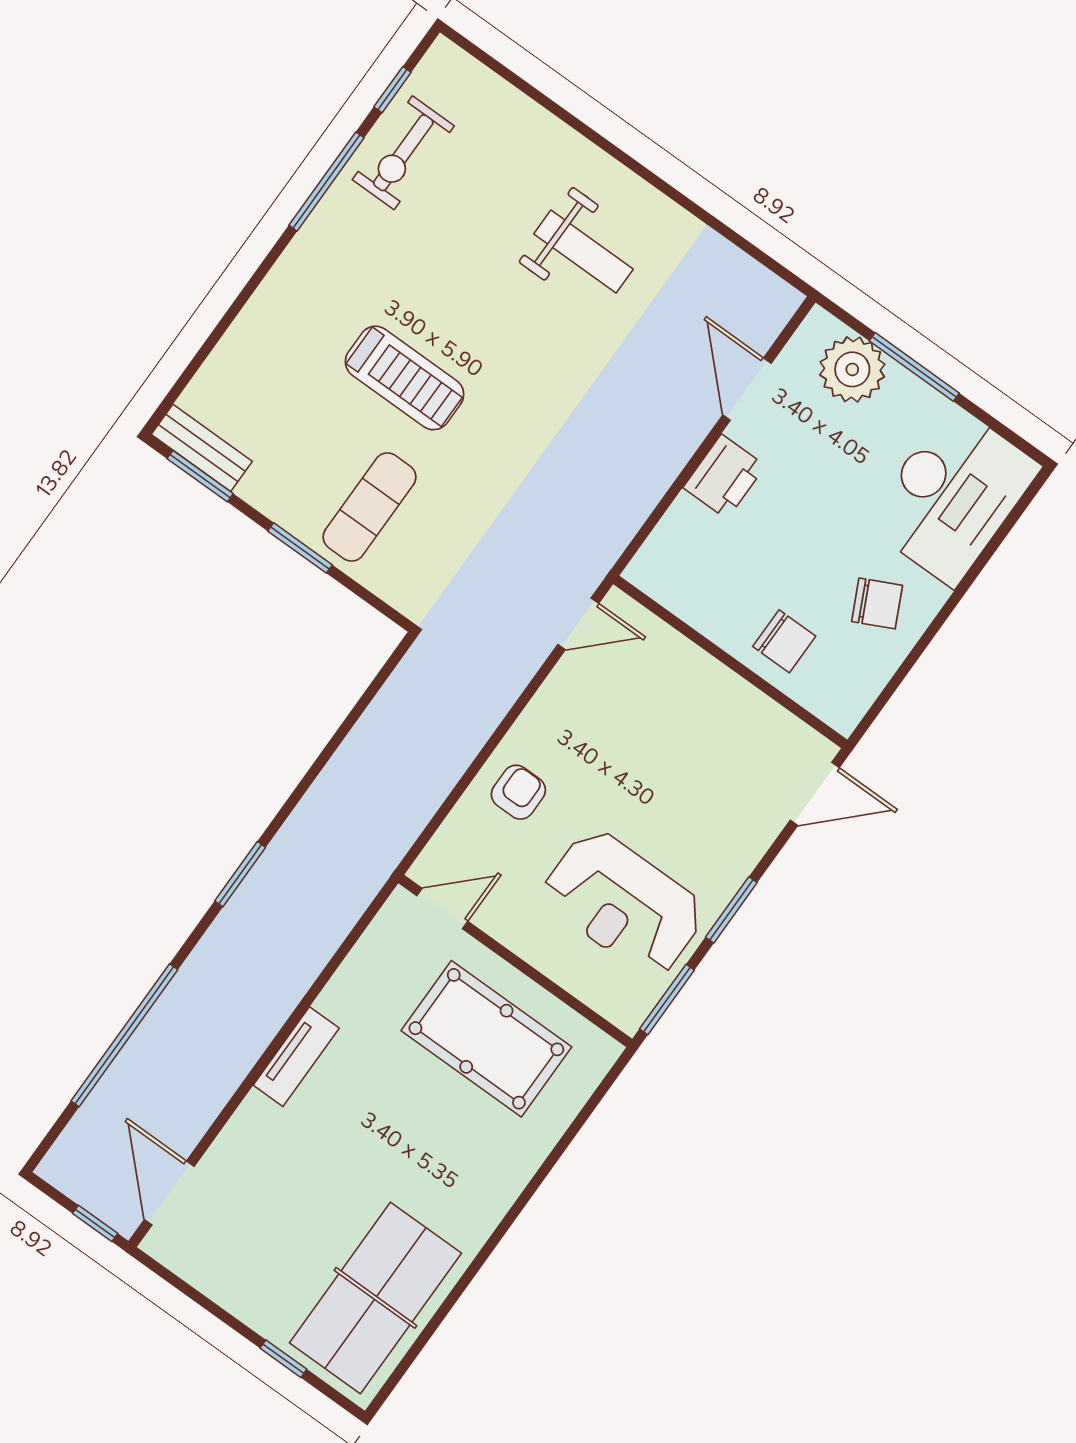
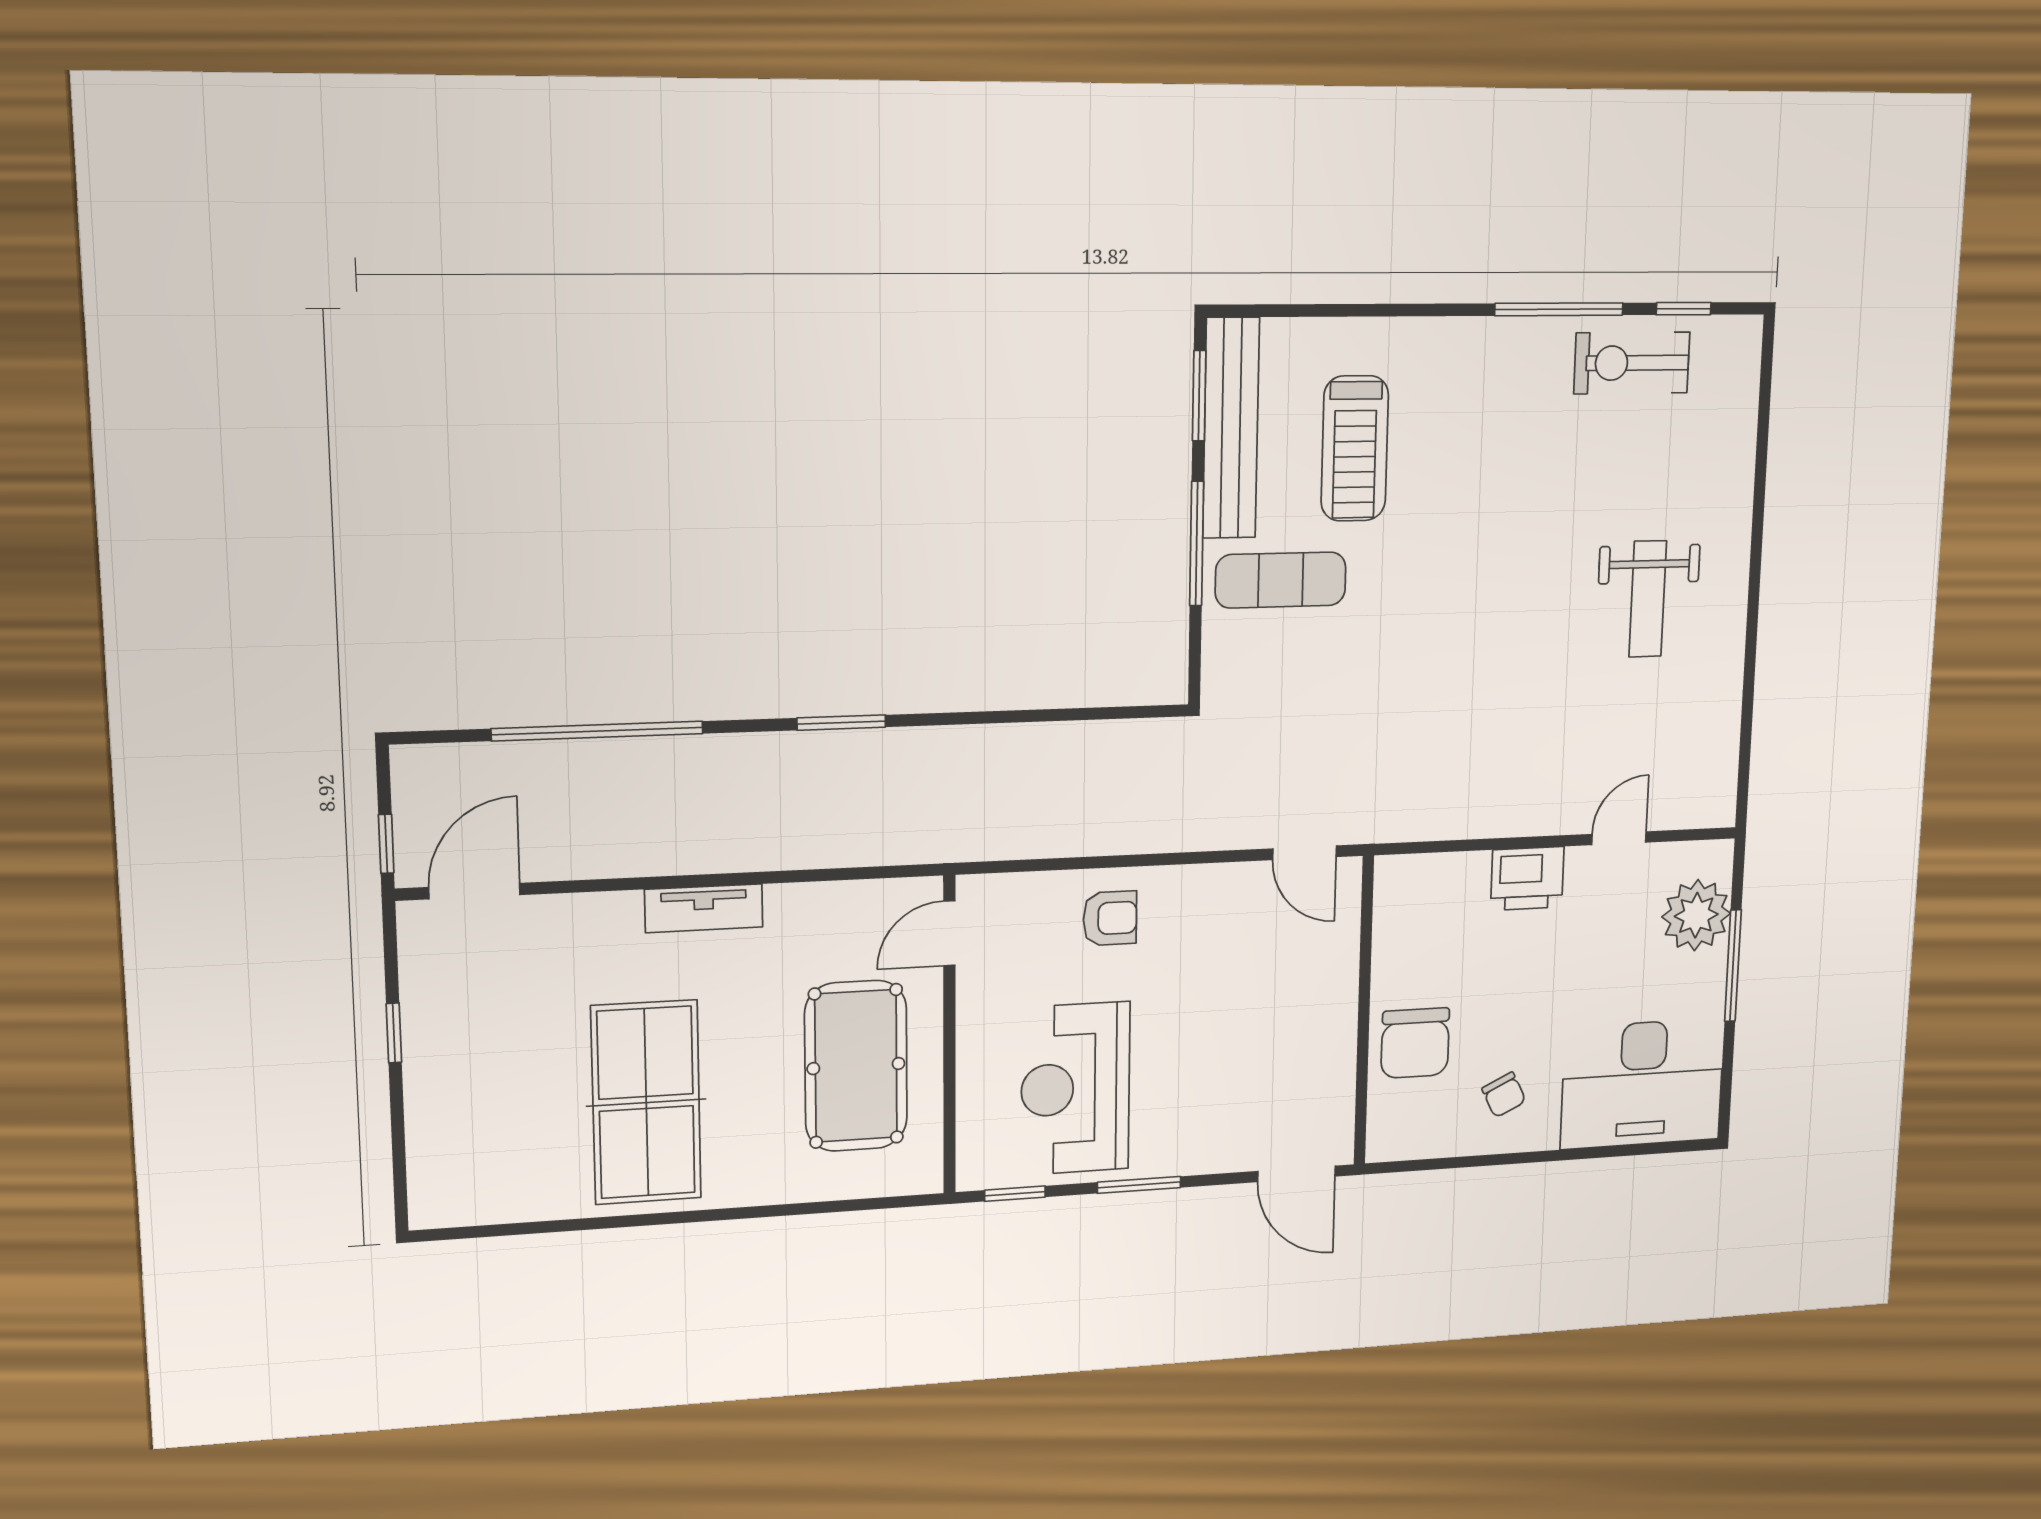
treadmill: (405, 378) -> (1355, 448), moved
door: (747, 389) -> (1619, 838), width x0.73
bench: (202, 448) -> (1231, 428), width x1.86, depth x1.21
window: (300, 548) -> (1197, 544), width x1.44
chair: (877, 603) -> (1504, 1095), width x0.73, depth x0.73
chair: (784, 641) -> (1415, 1043), width x1.37, depth x1.37
door: (442, 909) -> (949, 933), swing flipped
window: (667, 999) -> (1015, 1194), width x0.67
table tennis table: (375, 1298) -> (646, 1103), moved, turned 90
window: (283, 1359) -> (394, 1033), moved

